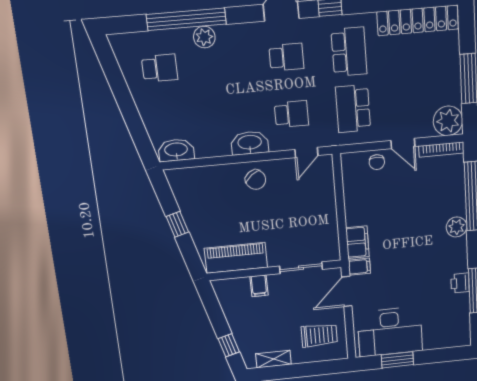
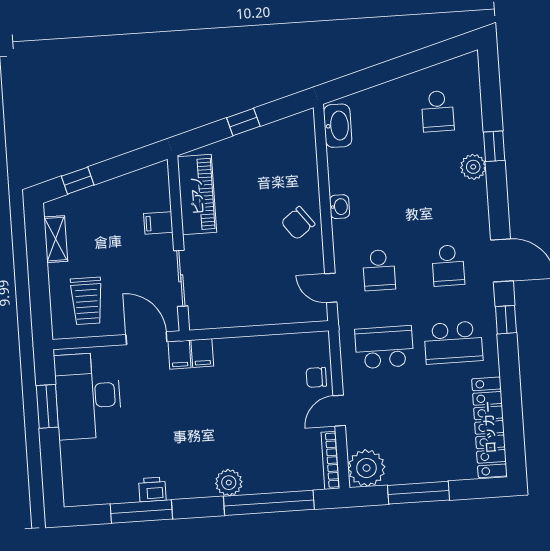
window: (186, 19) -> (494, 146), width x0.32
washbasin: (250, 143) -> (340, 207), width x0.52, depth x0.69
filing cabinet: (357, 242) -> (202, 353), width x0.50

